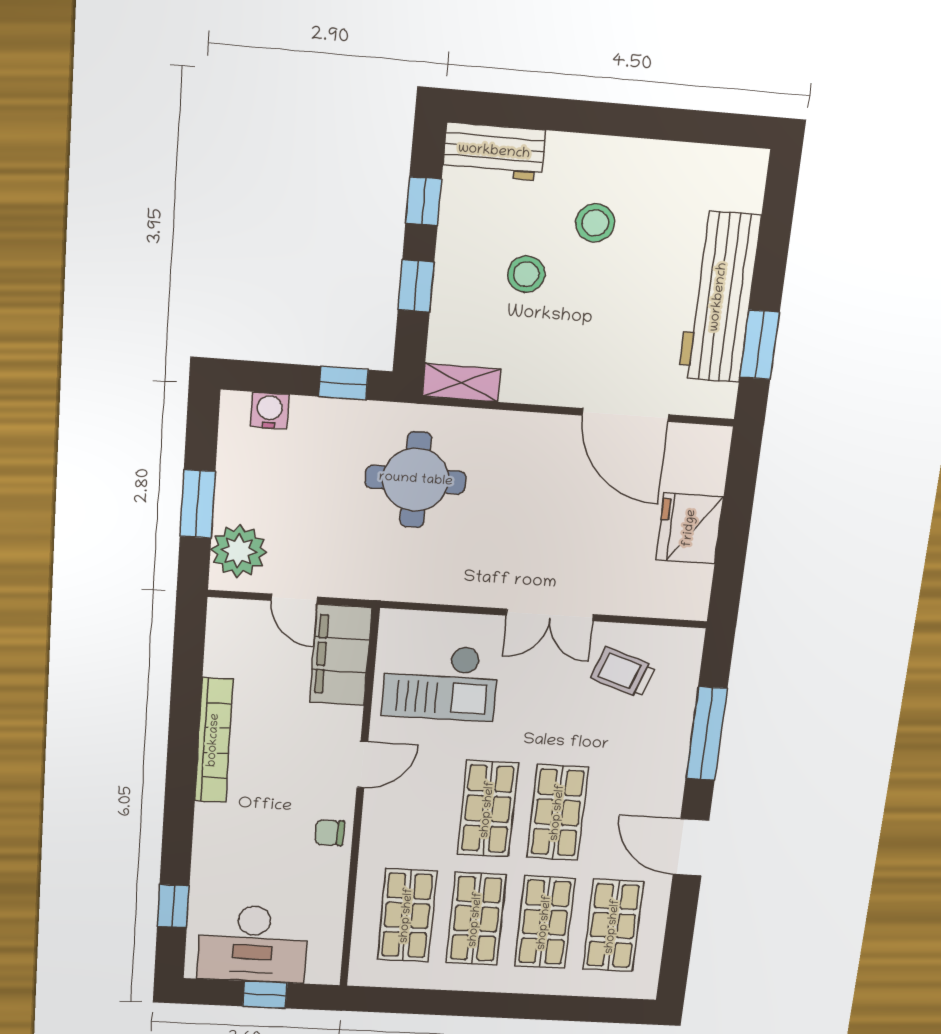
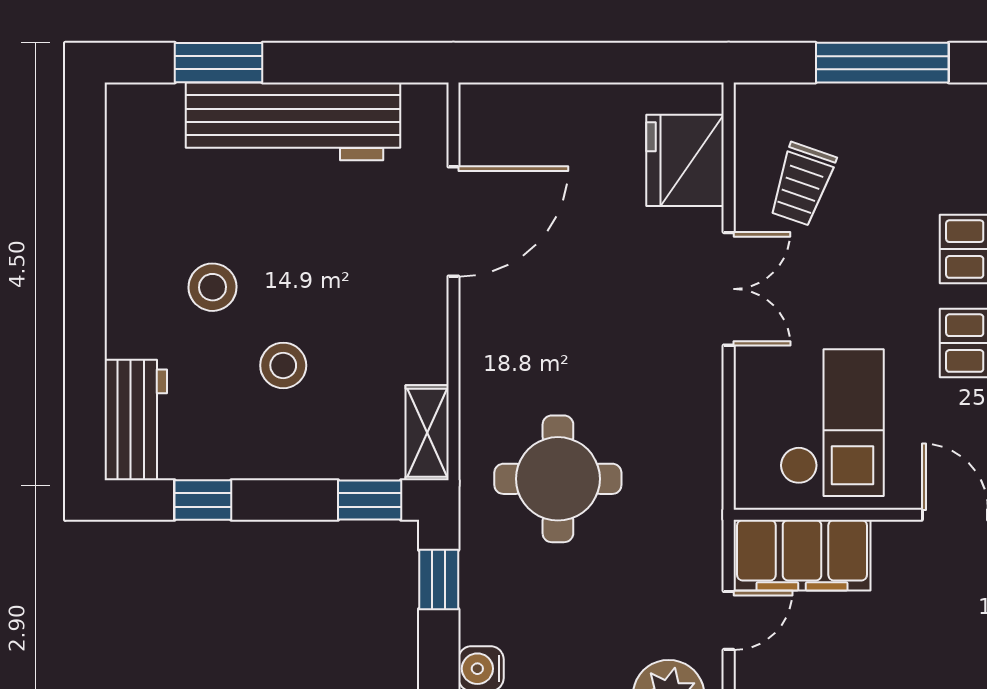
window: (416, 286) -> (370, 500), moved
window: (760, 345) -> (219, 63), moved
fridge: (690, 528) -> (685, 160), moved, turned 90

